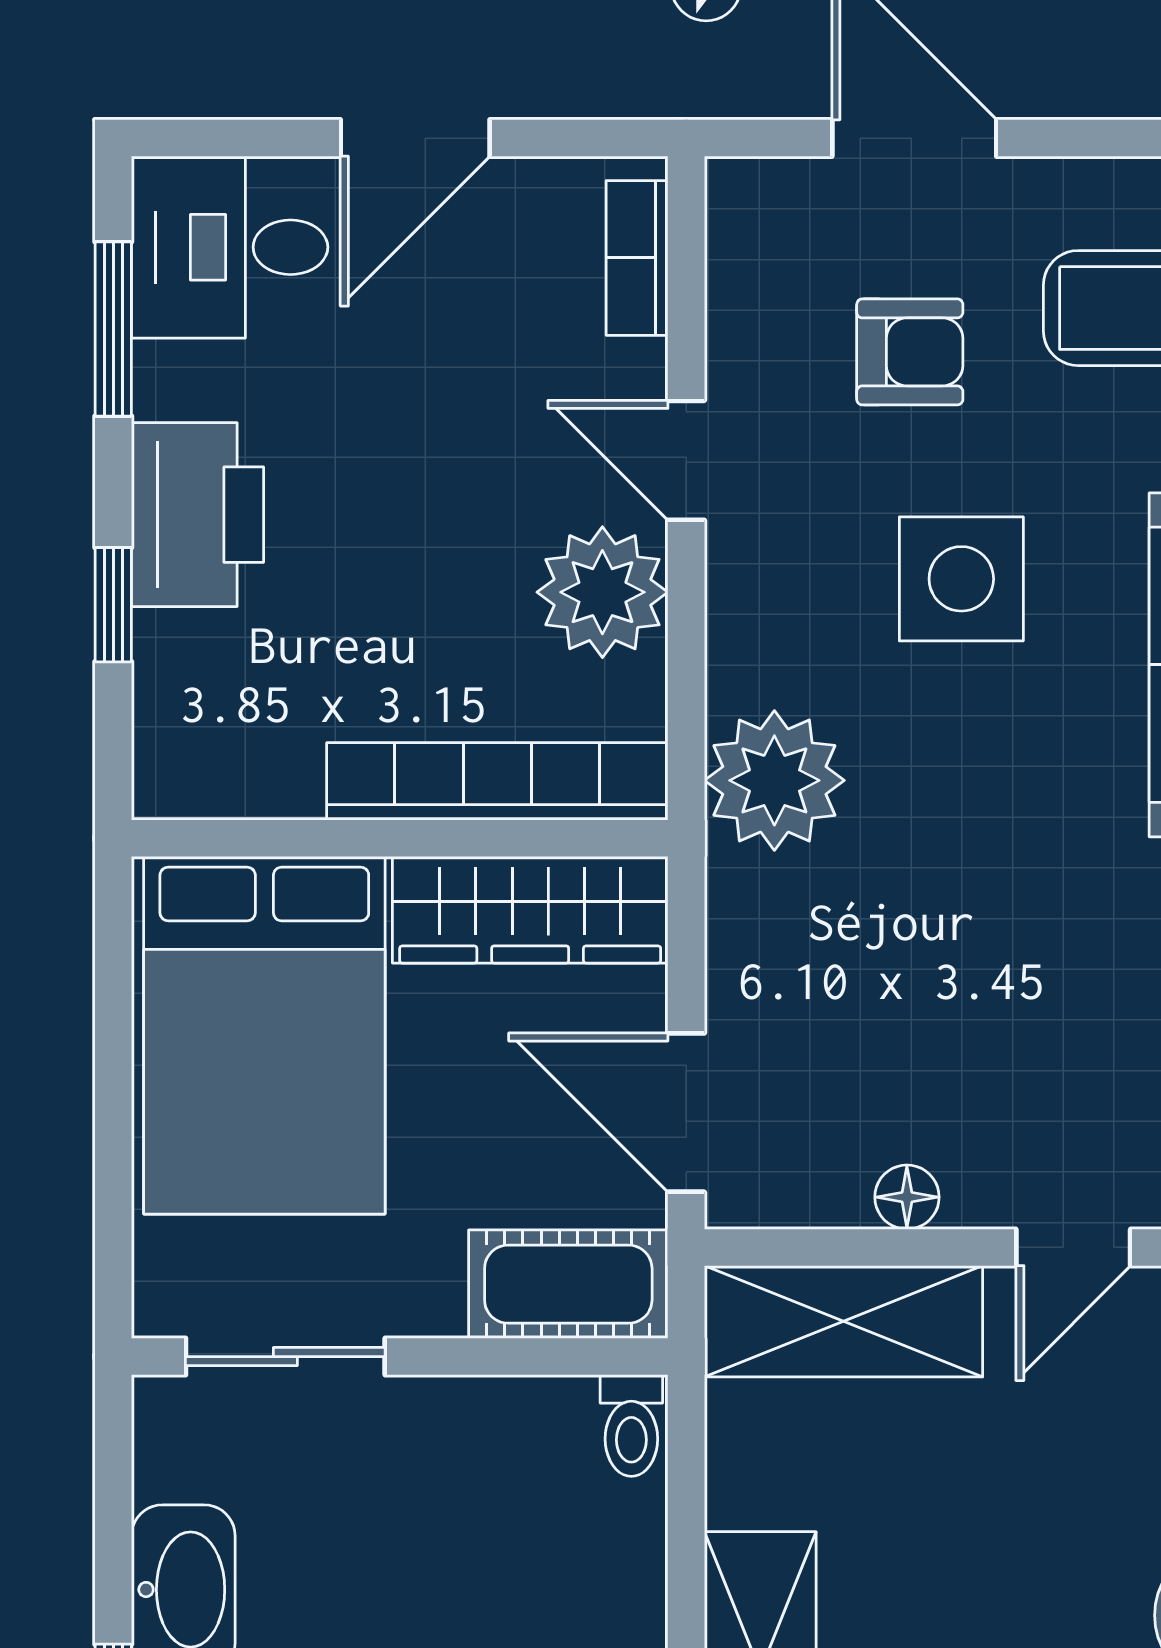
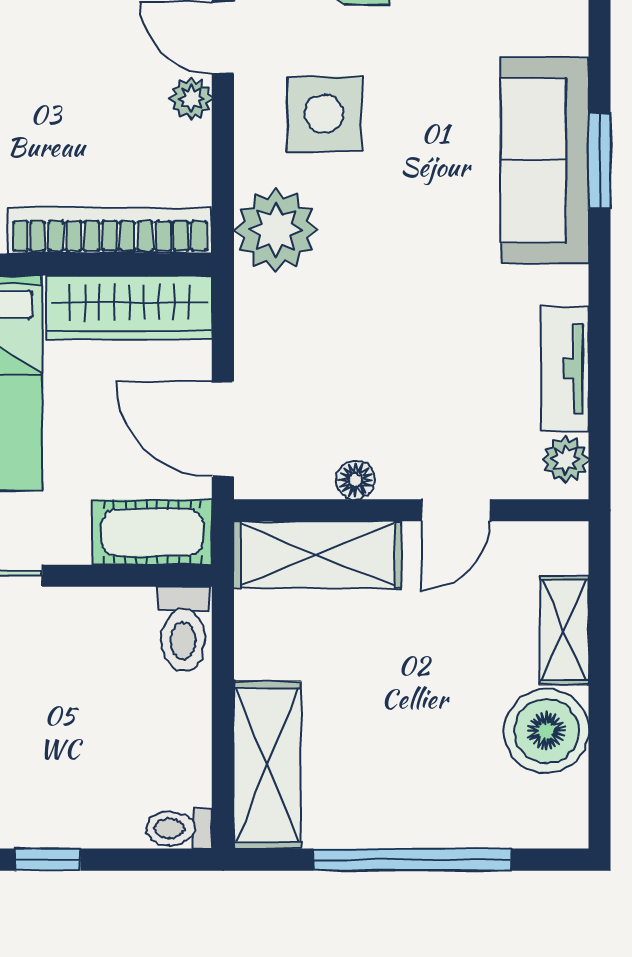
side table: (961, 579) -> (324, 114), moved
plant: (602, 592) -> (191, 98), width x0.53, depth x0.53
toilet: (631, 1426) -> (183, 629), width x1.37, depth x1.39

